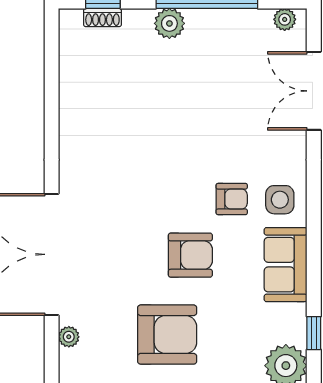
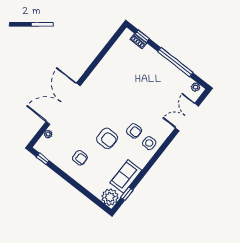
plant: (169, 23) -> (158, 60), removed
sofa: (286, 265) -> (126, 177), moved
armchair: (167, 335) -> (80, 158), width x0.53, depth x0.53

